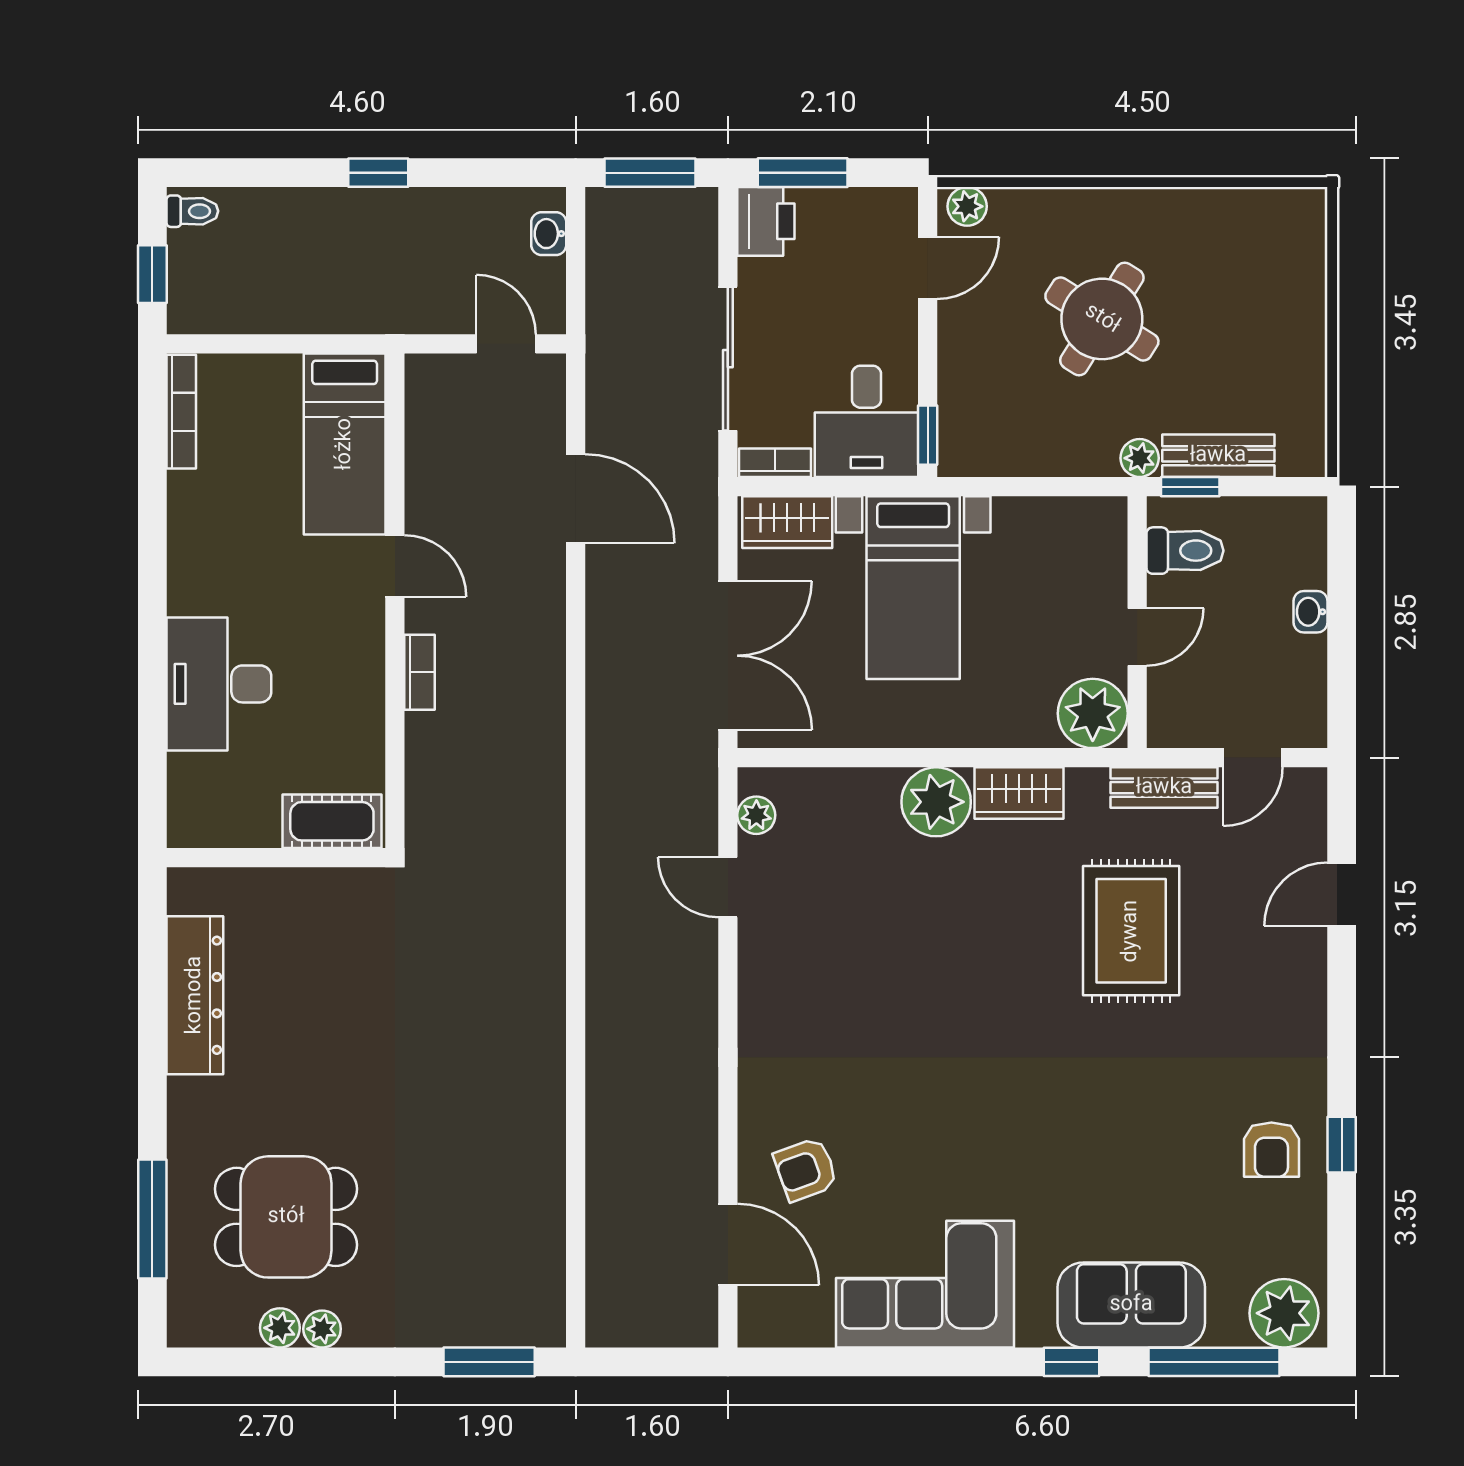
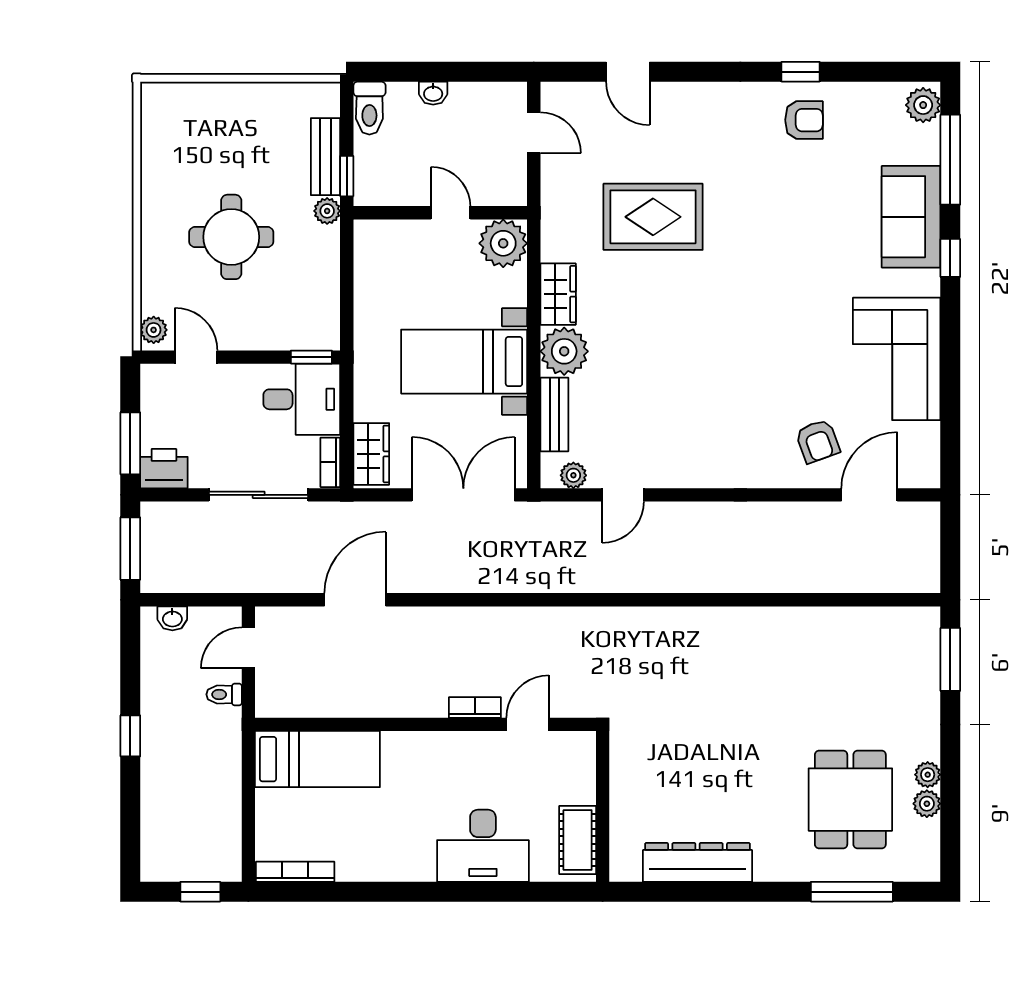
toilet: (192, 211) -> (224, 694), moved, turned -90
round table: (1102, 319) -> (231, 237), turned -32
toilet: (1185, 551) -> (369, 108), moved, turned 180
door: (395, 566) -> (528, 724), moved
bed with nightstands: (913, 588) -> (464, 362), moved, turned 180
bench: (1164, 788) -> (554, 415), moved
cot: (332, 821) -> (578, 840), moved
plant: (1284, 1313) -> (923, 105), width x0.73, depth x0.73

